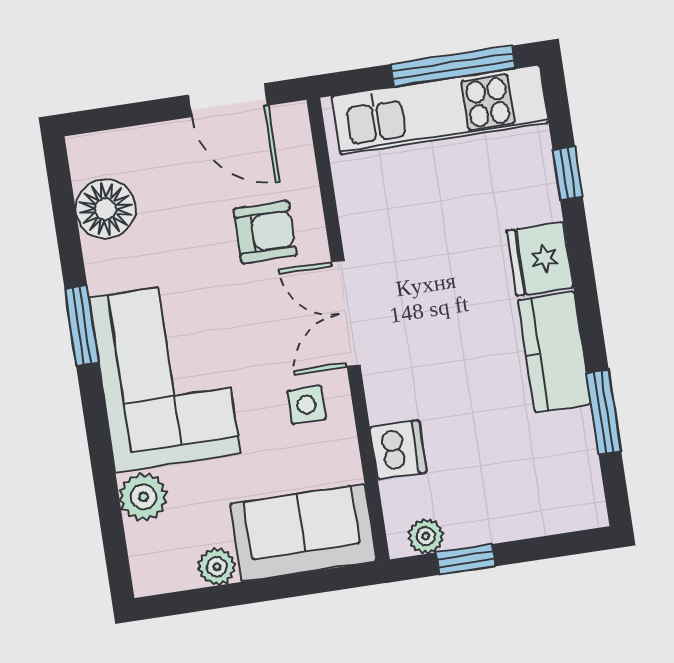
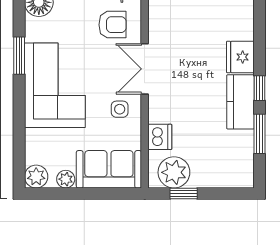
window: (568, 173) -> (259, 88), moved
plant: (143, 497) -> (36, 177), moved
plant: (426, 536) -> (174, 172), width x1.88, depth x1.88

